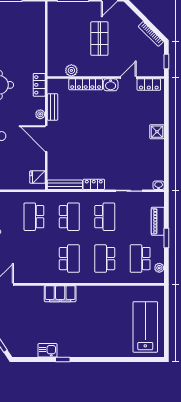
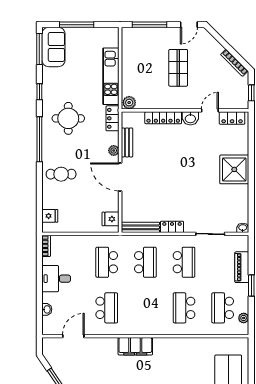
kitchen unit: (38, 46) -> (111, 76), added
plant: (71, 70) -> (129, 103), moved
shower: (157, 132) -> (234, 169), width x1.86, depth x1.86
school desk: (69, 259) -> (107, 308), moved

